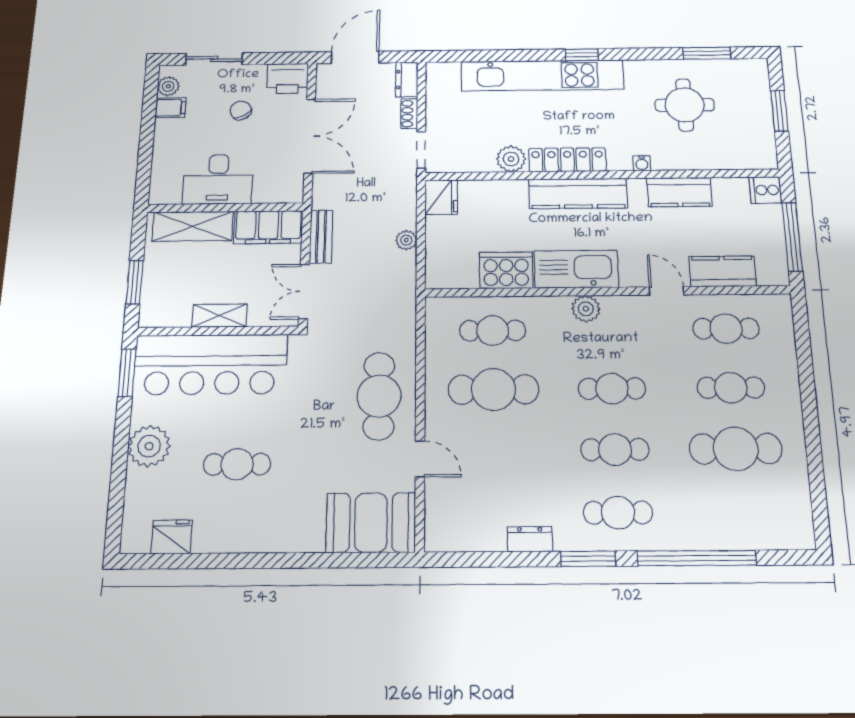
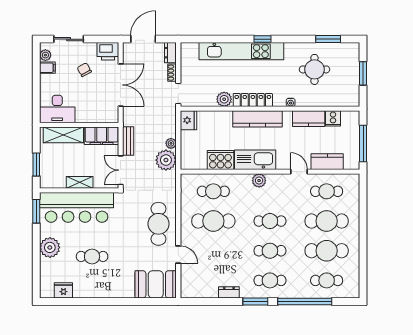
desk: (218, 179) -> (57, 109), moved
cooker: (765, 190) -> (333, 118), moved, turned -90
plant: (396, 271) -> (166, 160), added
cafe table: (731, 388) -> (327, 221), width x1.37, depth x1.35
cafe table: (741, 512) -> (327, 280), added

